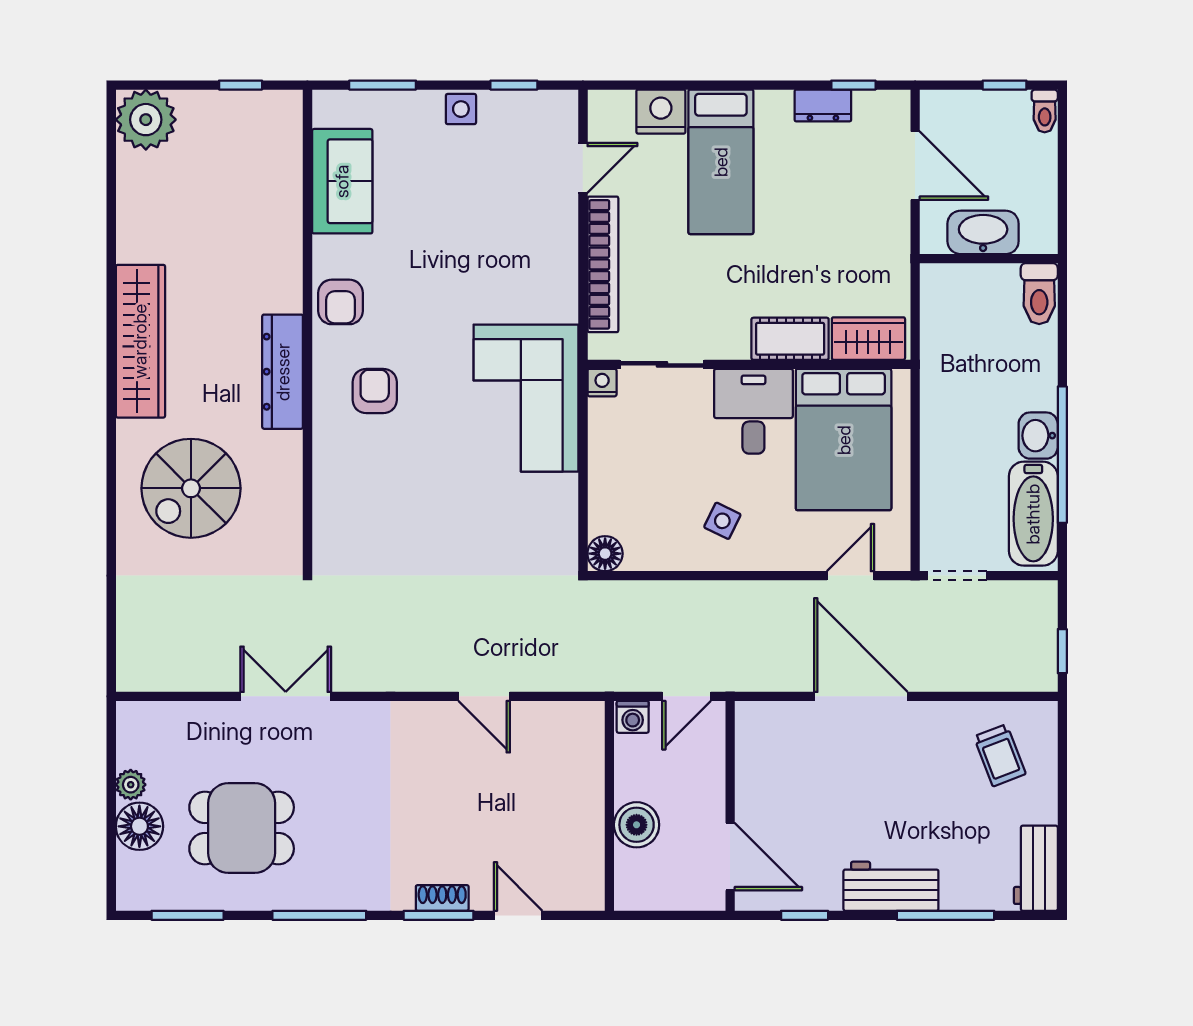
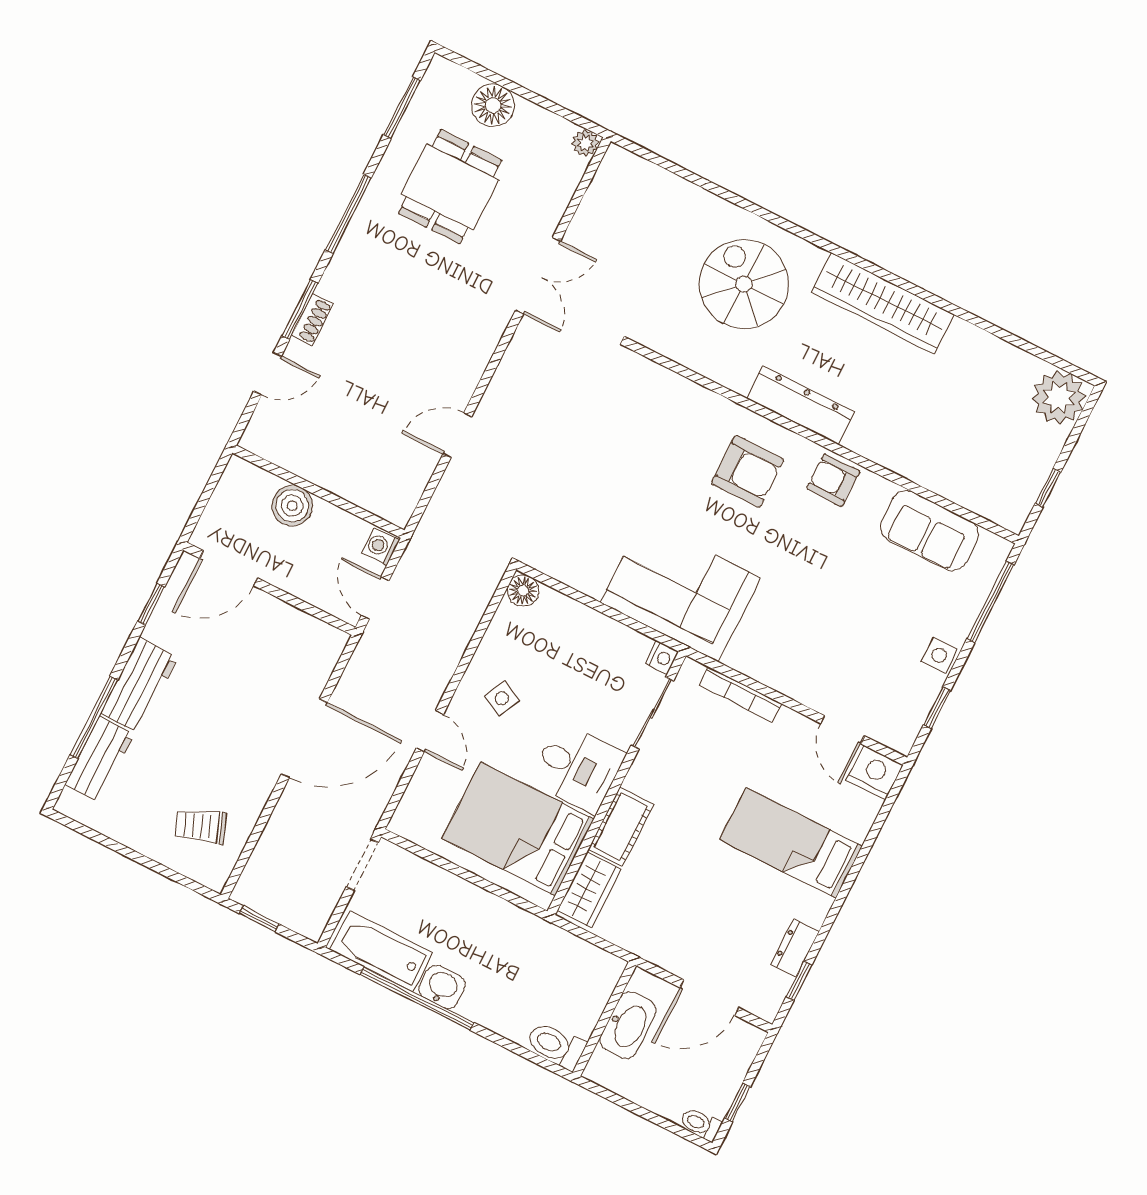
window: (383, 85) -> (990, 602), width x1.44
nightstand: (661, 112) -> (875, 773), moved, turned -90
bookcase: (603, 264) -> (740, 694), width x0.68, depth x0.76
armchair: (375, 391) -> (747, 471), width x1.38, depth x1.38
door: (851, 576) -> (430, 731), moved
plant: (131, 785) -> (585, 143), moved
workbench: (1036, 868) -> (100, 759), moved, turned 90

